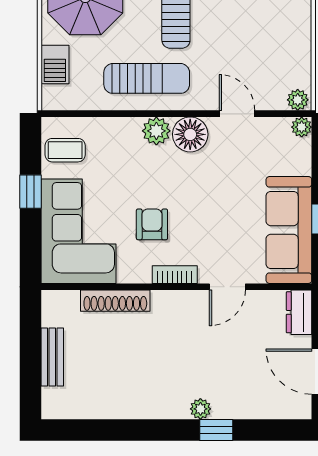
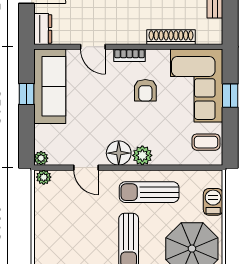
window: (30, 192) -> (230, 96), moved
door: (227, 287) -> (93, 47), swing flipped

